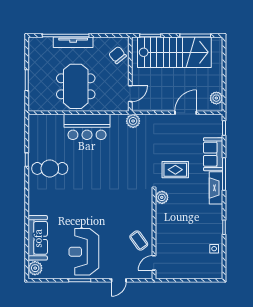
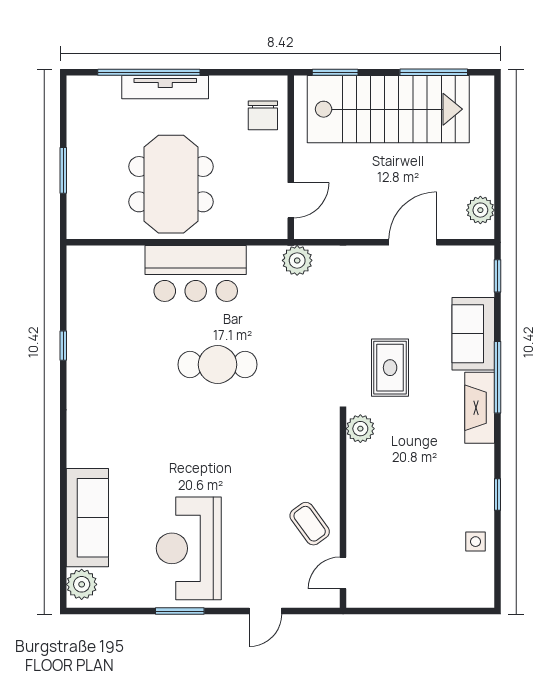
chair: (118, 55) -> (263, 115), turned -141
cafe table: (50, 168) -> (218, 365), moved
rug: (175, 170) -> (390, 368), turned 90

